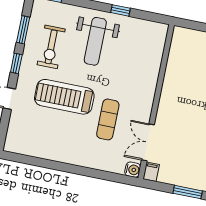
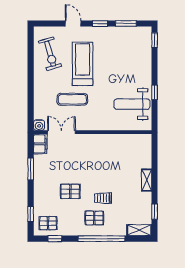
weight bench: (95, 41) -> (132, 104), moved
exercise bike: (51, 47) -> (50, 54), moved, turned -106
filing cabinet: (151, 172) -> (40, 144), width x2.00

